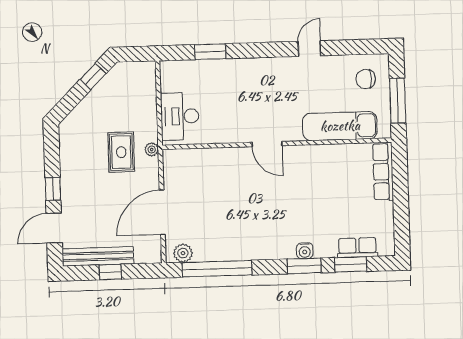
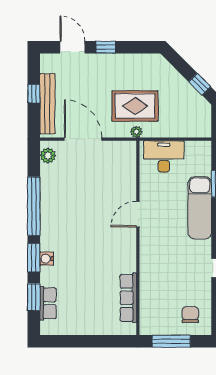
exam couch: (340, 126) -> (200, 208), moved, turned 180
door: (267, 144) -> (138, 214), moved
rug: (121, 152) -> (135, 106), width x1.36, depth x1.43
row of seats: (383, 172) -> (128, 298), moved, turned -90
bench: (98, 256) -> (47, 104), moved
window: (217, 269) -> (34, 206), moved

